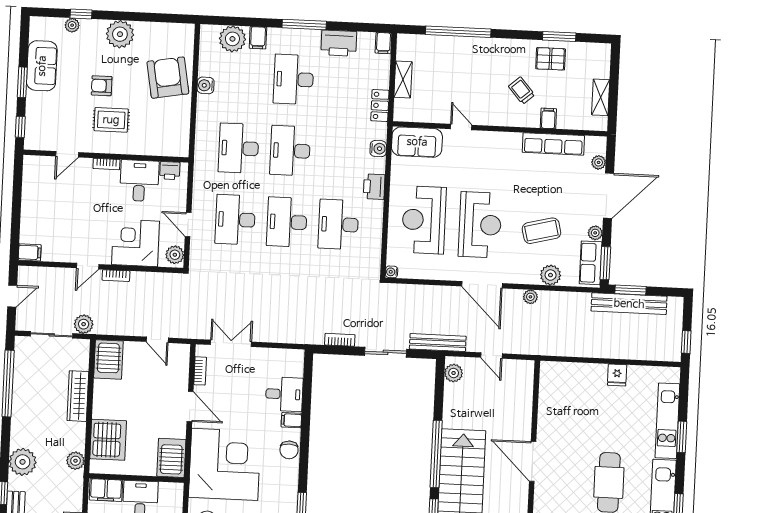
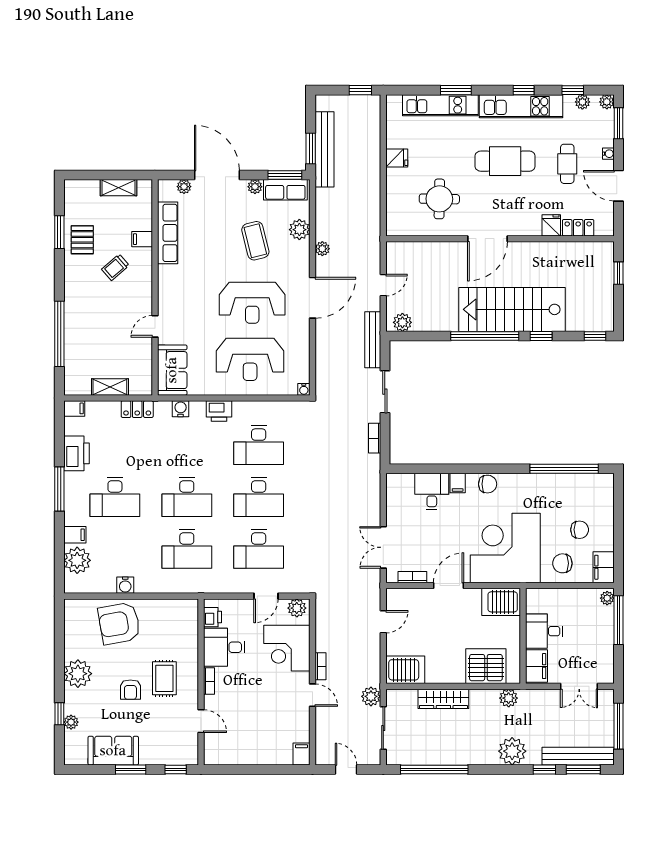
reception desk: (480, 225) -> (252, 303), turned 180
round table: (574, 415) -> (439, 199), added

